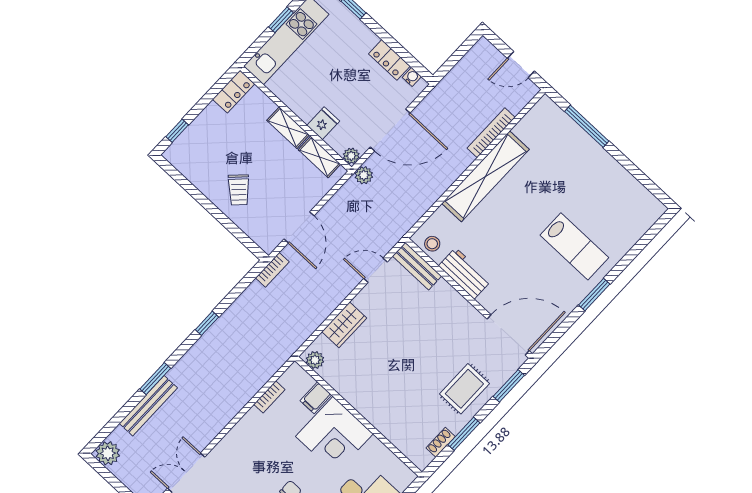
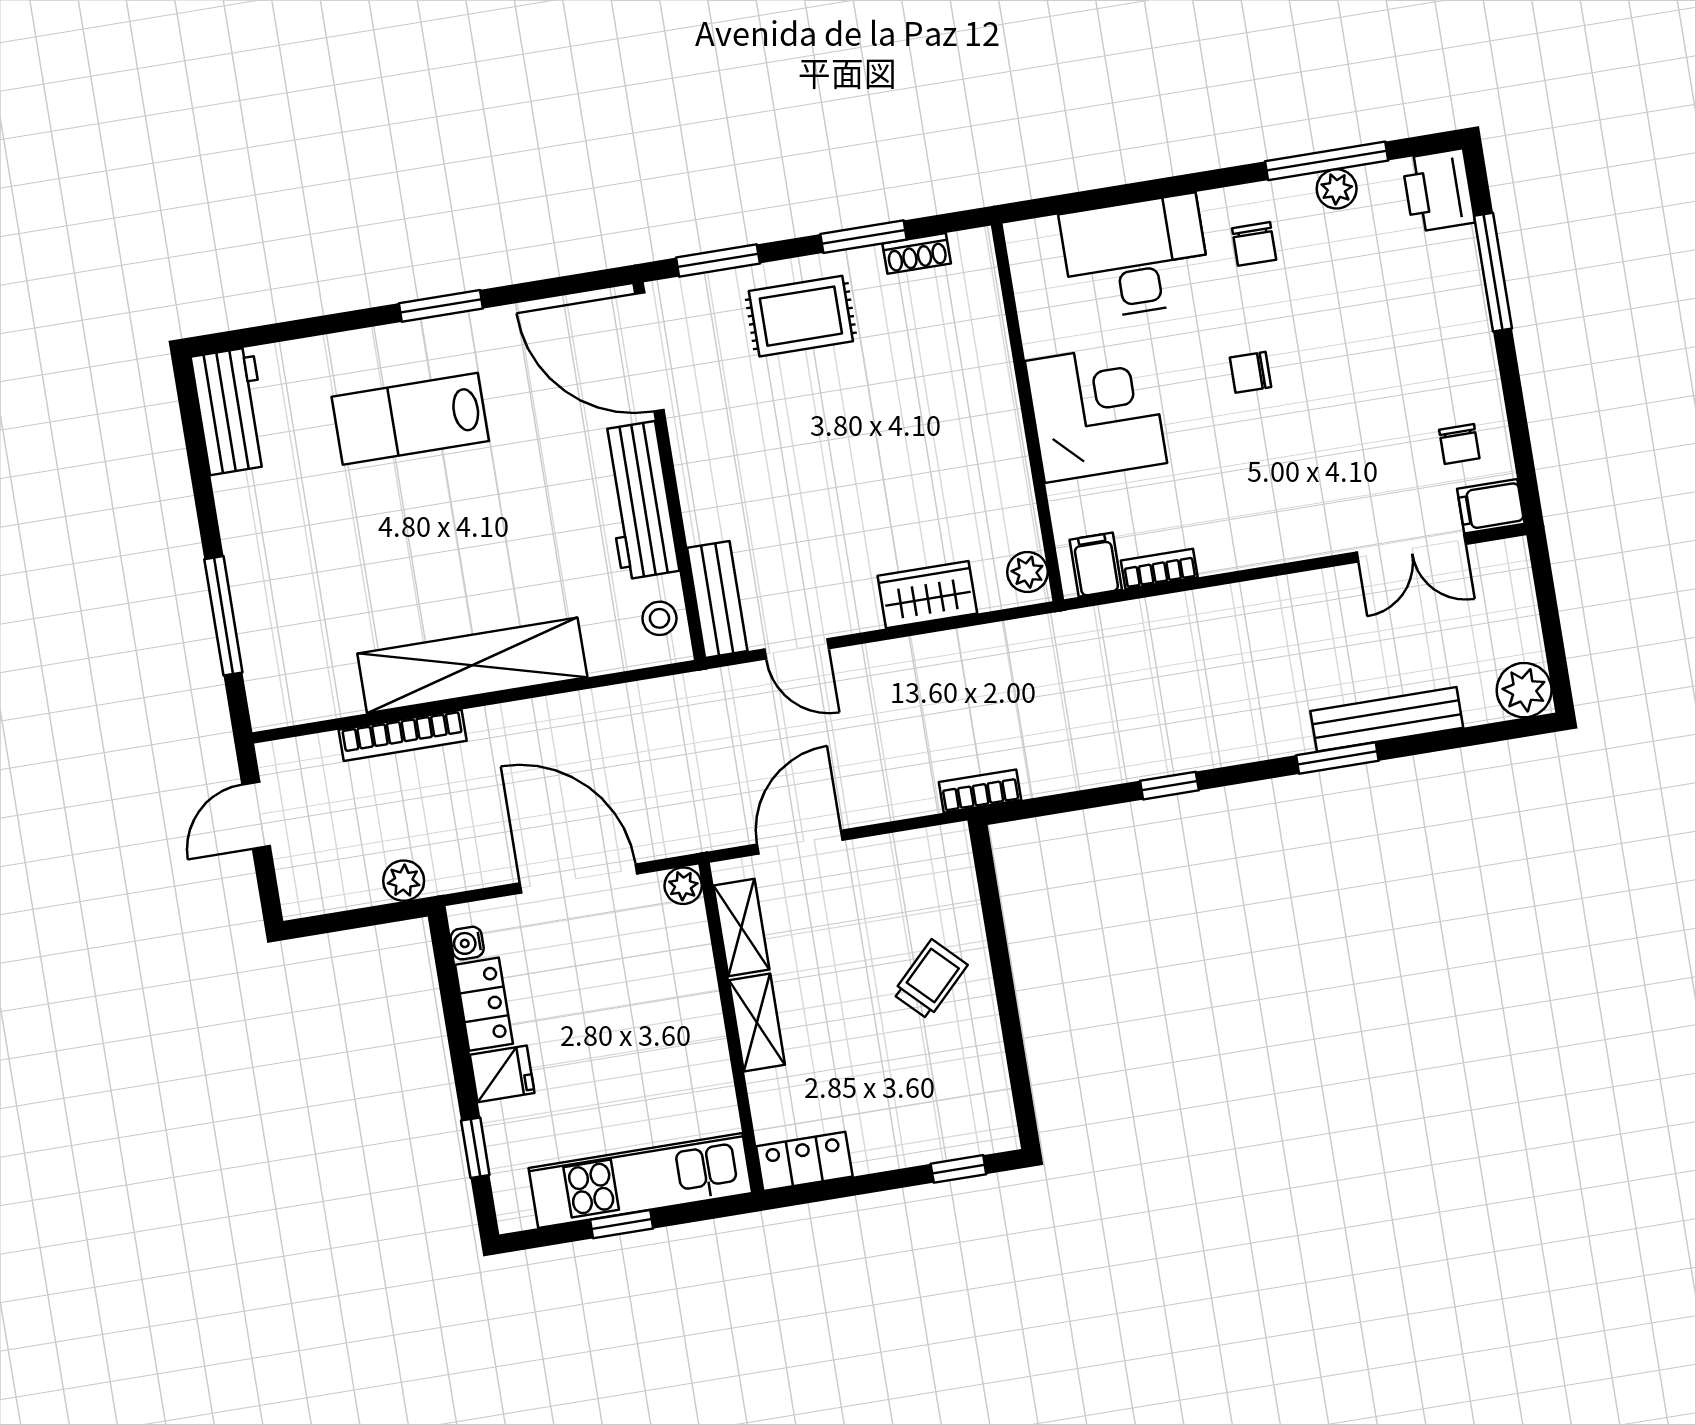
door: (521, 65) -> (256, 815), swing flipped
fridge: (323, 123) -> (502, 1074), moved, turned 180
plant: (364, 175) -> (404, 881), moved
workbench: (640, 201) -> (231, 411), added
door: (299, 227) -> (800, 842), moved
lab bench: (574, 246) -> (410, 419), turned -90
workbench: (465, 273) -> (639, 501), width x1.38
filing cabinet: (316, 398) -> (1096, 565), moved, turned -90

